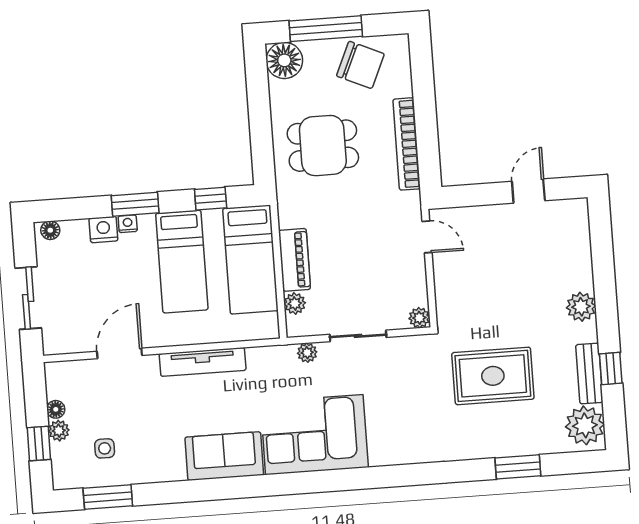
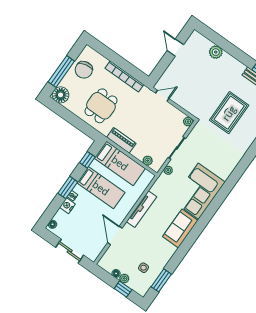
chair: (360, 65) -> (84, 70), turned 144
piano: (294, 260) -> (121, 140), moved
plant: (581, 307) -> (216, 52), moved

